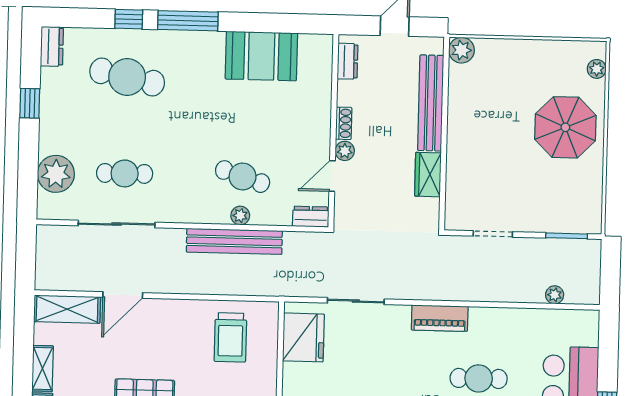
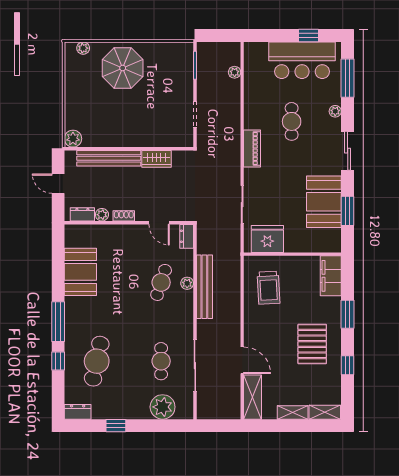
plant: (345, 151) -> (102, 215), moved
trolley: (230, 337) -> (269, 288), turned 87

